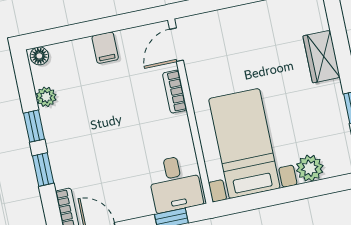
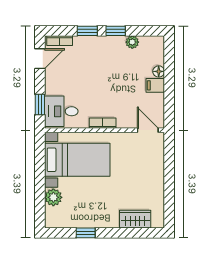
floor lamp: (39, 56) -> (159, 71), moved
wardrobe: (321, 57) -> (135, 219), moved
bookcase: (175, 92) -> (103, 123), moved

